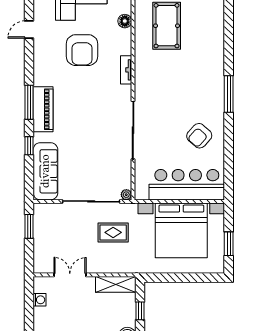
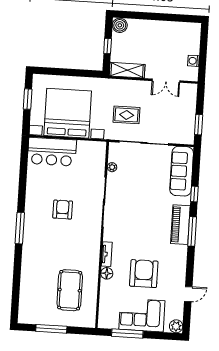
floor lamp: (125, 21) -> (107, 273), moved
armchair: (199, 136) -> (63, 210), moved, turned -42
bar counter: (187, 185) -> (52, 152), width x0.73
plant: (126, 195) -> (112, 167), moved

